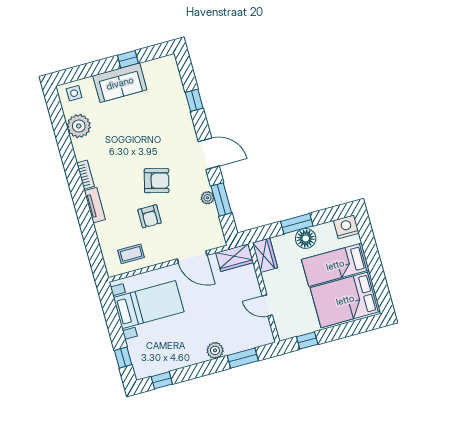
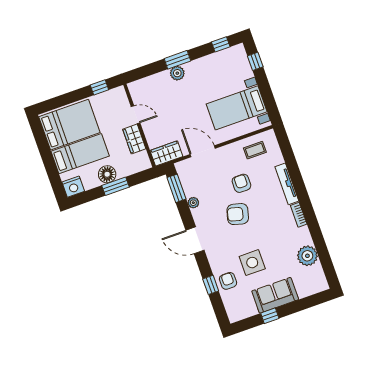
side table: (74, 93) -> (252, 263), moved, width x1.87, depth x1.87
armchair: (174, 103) -> (228, 281), added
window: (221, 199) -> (177, 188), moved
tv unit: (95, 205) -> (287, 184), width x1.41
wardrobe: (265, 255) -> (134, 139), moved
window: (243, 358) -> (177, 60), moved

